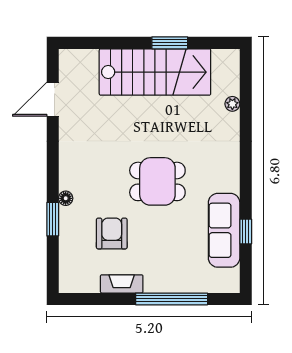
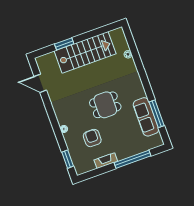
window: (170, 43) -> (64, 44), moved
door: (53, 99) -> (40, 83), hinge flipped
window: (53, 219) -> (68, 159), moved
window: (246, 231) -> (157, 114), width x2.17

